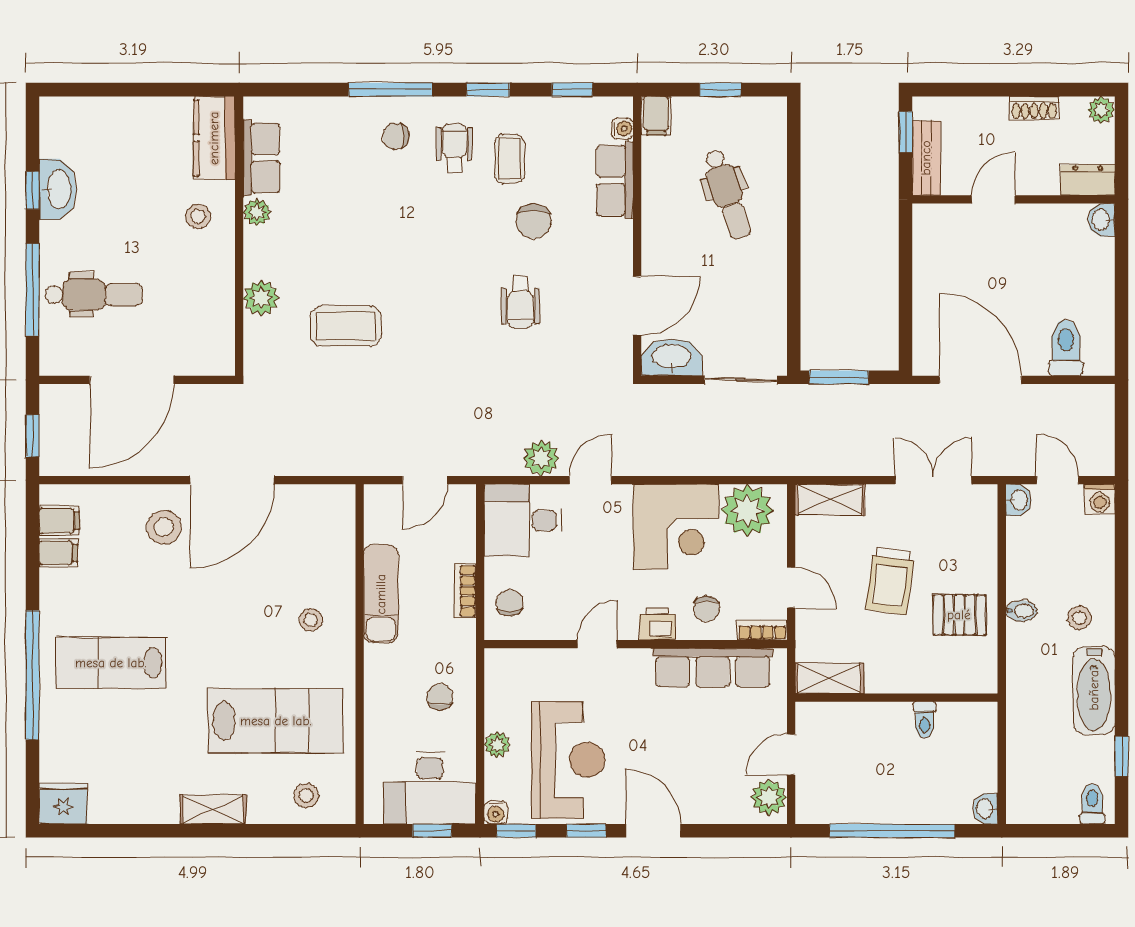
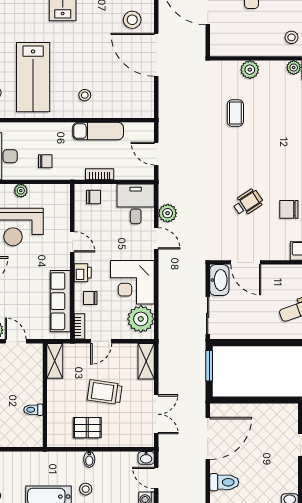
wheelchair: (520, 302) -> (248, 203), turned 147
coffee table: (346, 326) -> (235, 113), width x0.73, depth x0.77
door: (1058, 480) -> (156, 478), swing flipped
pallet: (959, 615) -> (87, 428), turned 90

